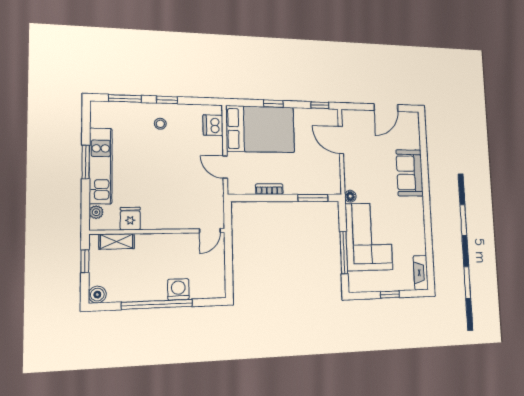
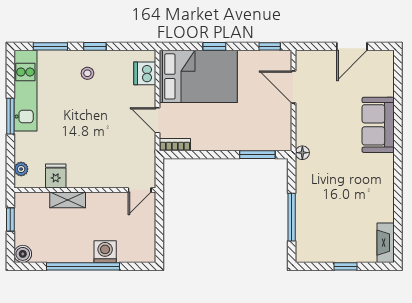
kitchen unit: (101, 166) -> (25, 91), moved
bookcase: (269, 189) -> (175, 145), moved
corner sofa: (369, 237) -> (323, 200), removed
shelving: (117, 241) -> (68, 200), moved

